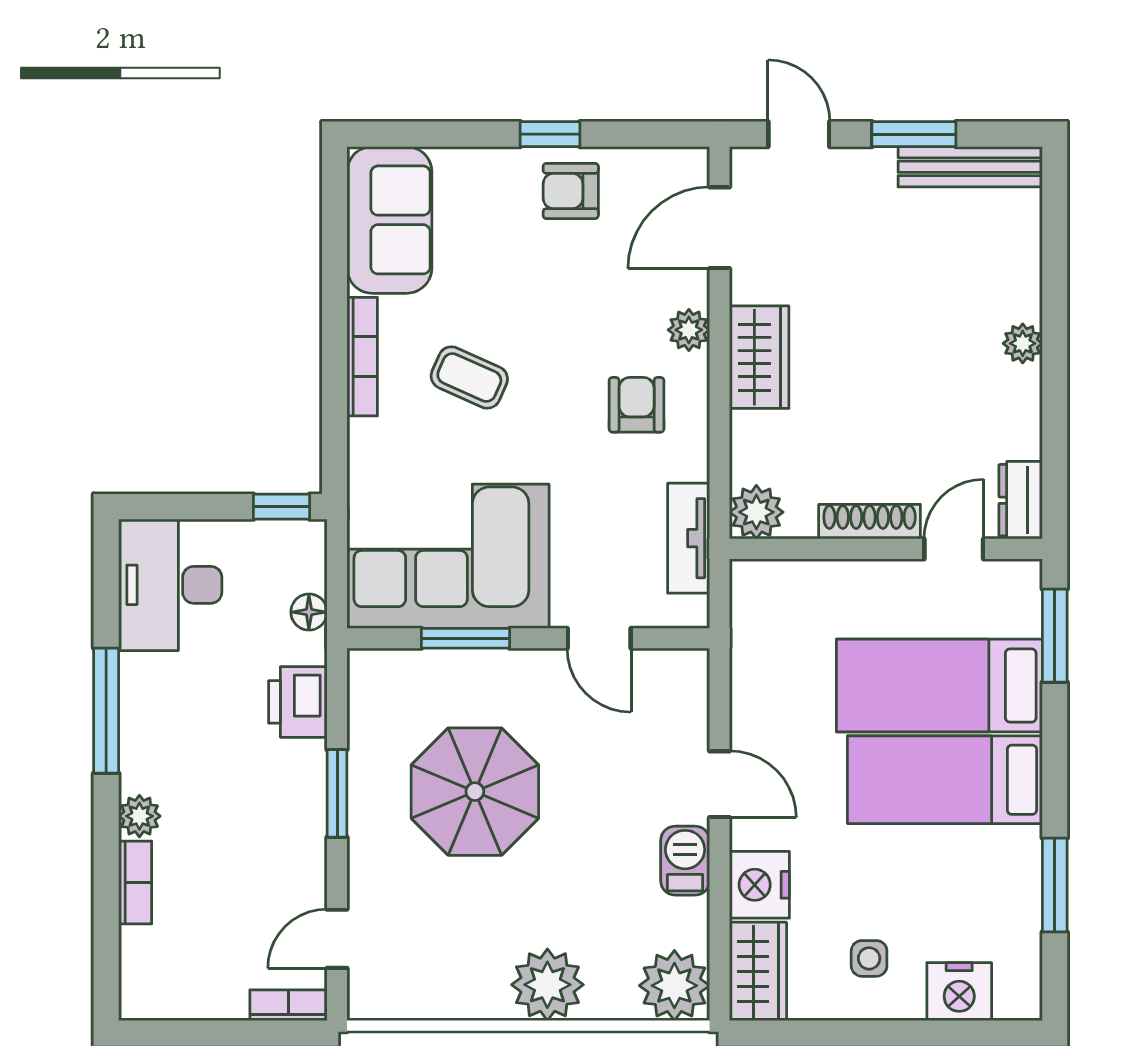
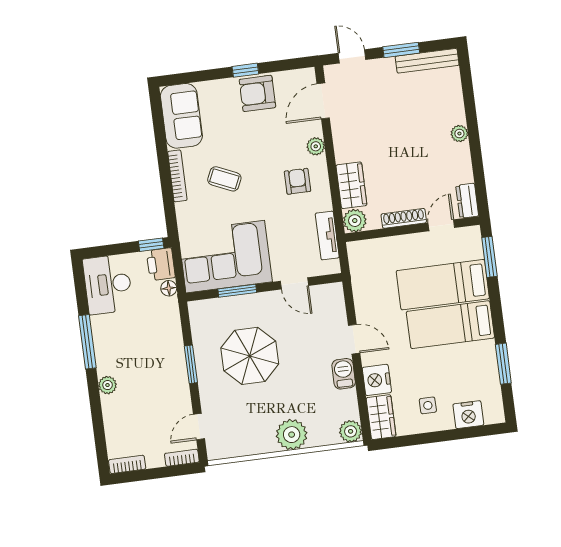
armchair: (571, 191) -> (257, 93), width x1.38, depth x1.38
wardrobe: (759, 357) -> (351, 185), moved
printer: (298, 702) -> (161, 264), moved
bookcase: (135, 882) -> (127, 464), moved, turned -90
plant: (674, 986) -> (351, 431), width x0.73, depth x0.73

